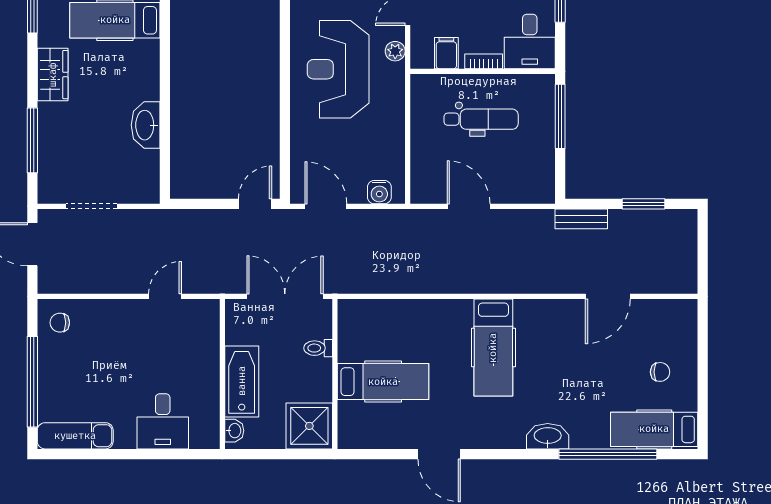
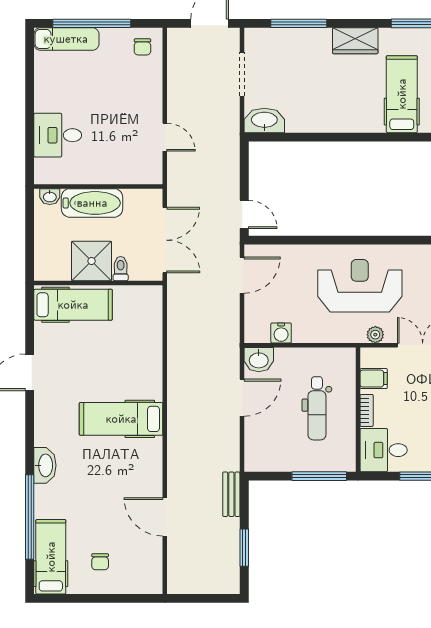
washbasin: (146, 125) -> (264, 120), moved
washbasin: (424, 187) -> (259, 360), added
water cooler: (379, 192) -> (281, 333), moved, turned -90
chair: (60, 323) -> (142, 47), turned 180
hospital bed: (383, 382) -> (73, 305), moved, turned -90
shower: (309, 426) -> (92, 261), moved
exam couch: (75, 436) -> (66, 39), moved, turned 90

